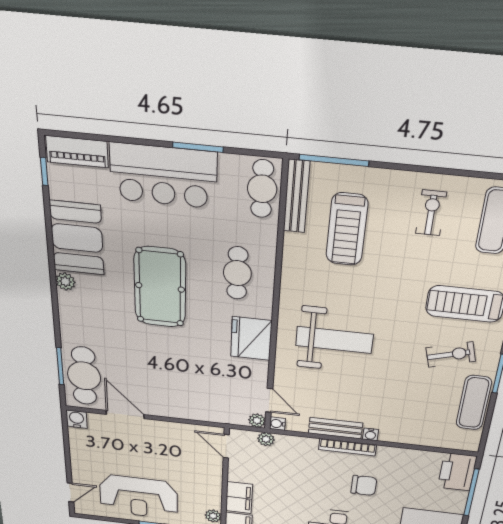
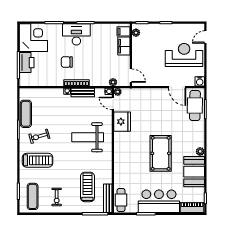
cafe table: (237, 273) -> (129, 163), removed
fridge: (251, 339) -> (122, 122), moved
printer: (457, 472) -> (27, 63), moved
reception desk: (139, 497) -> (184, 55), moved

